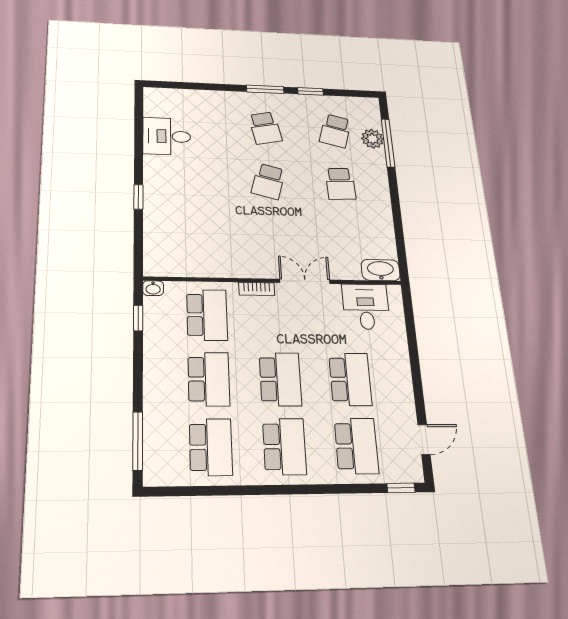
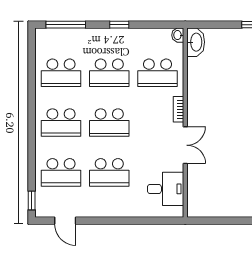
washbasin: (381, 270) -> (196, 42), moved
window: (138, 318) -> (119, 25), moved

